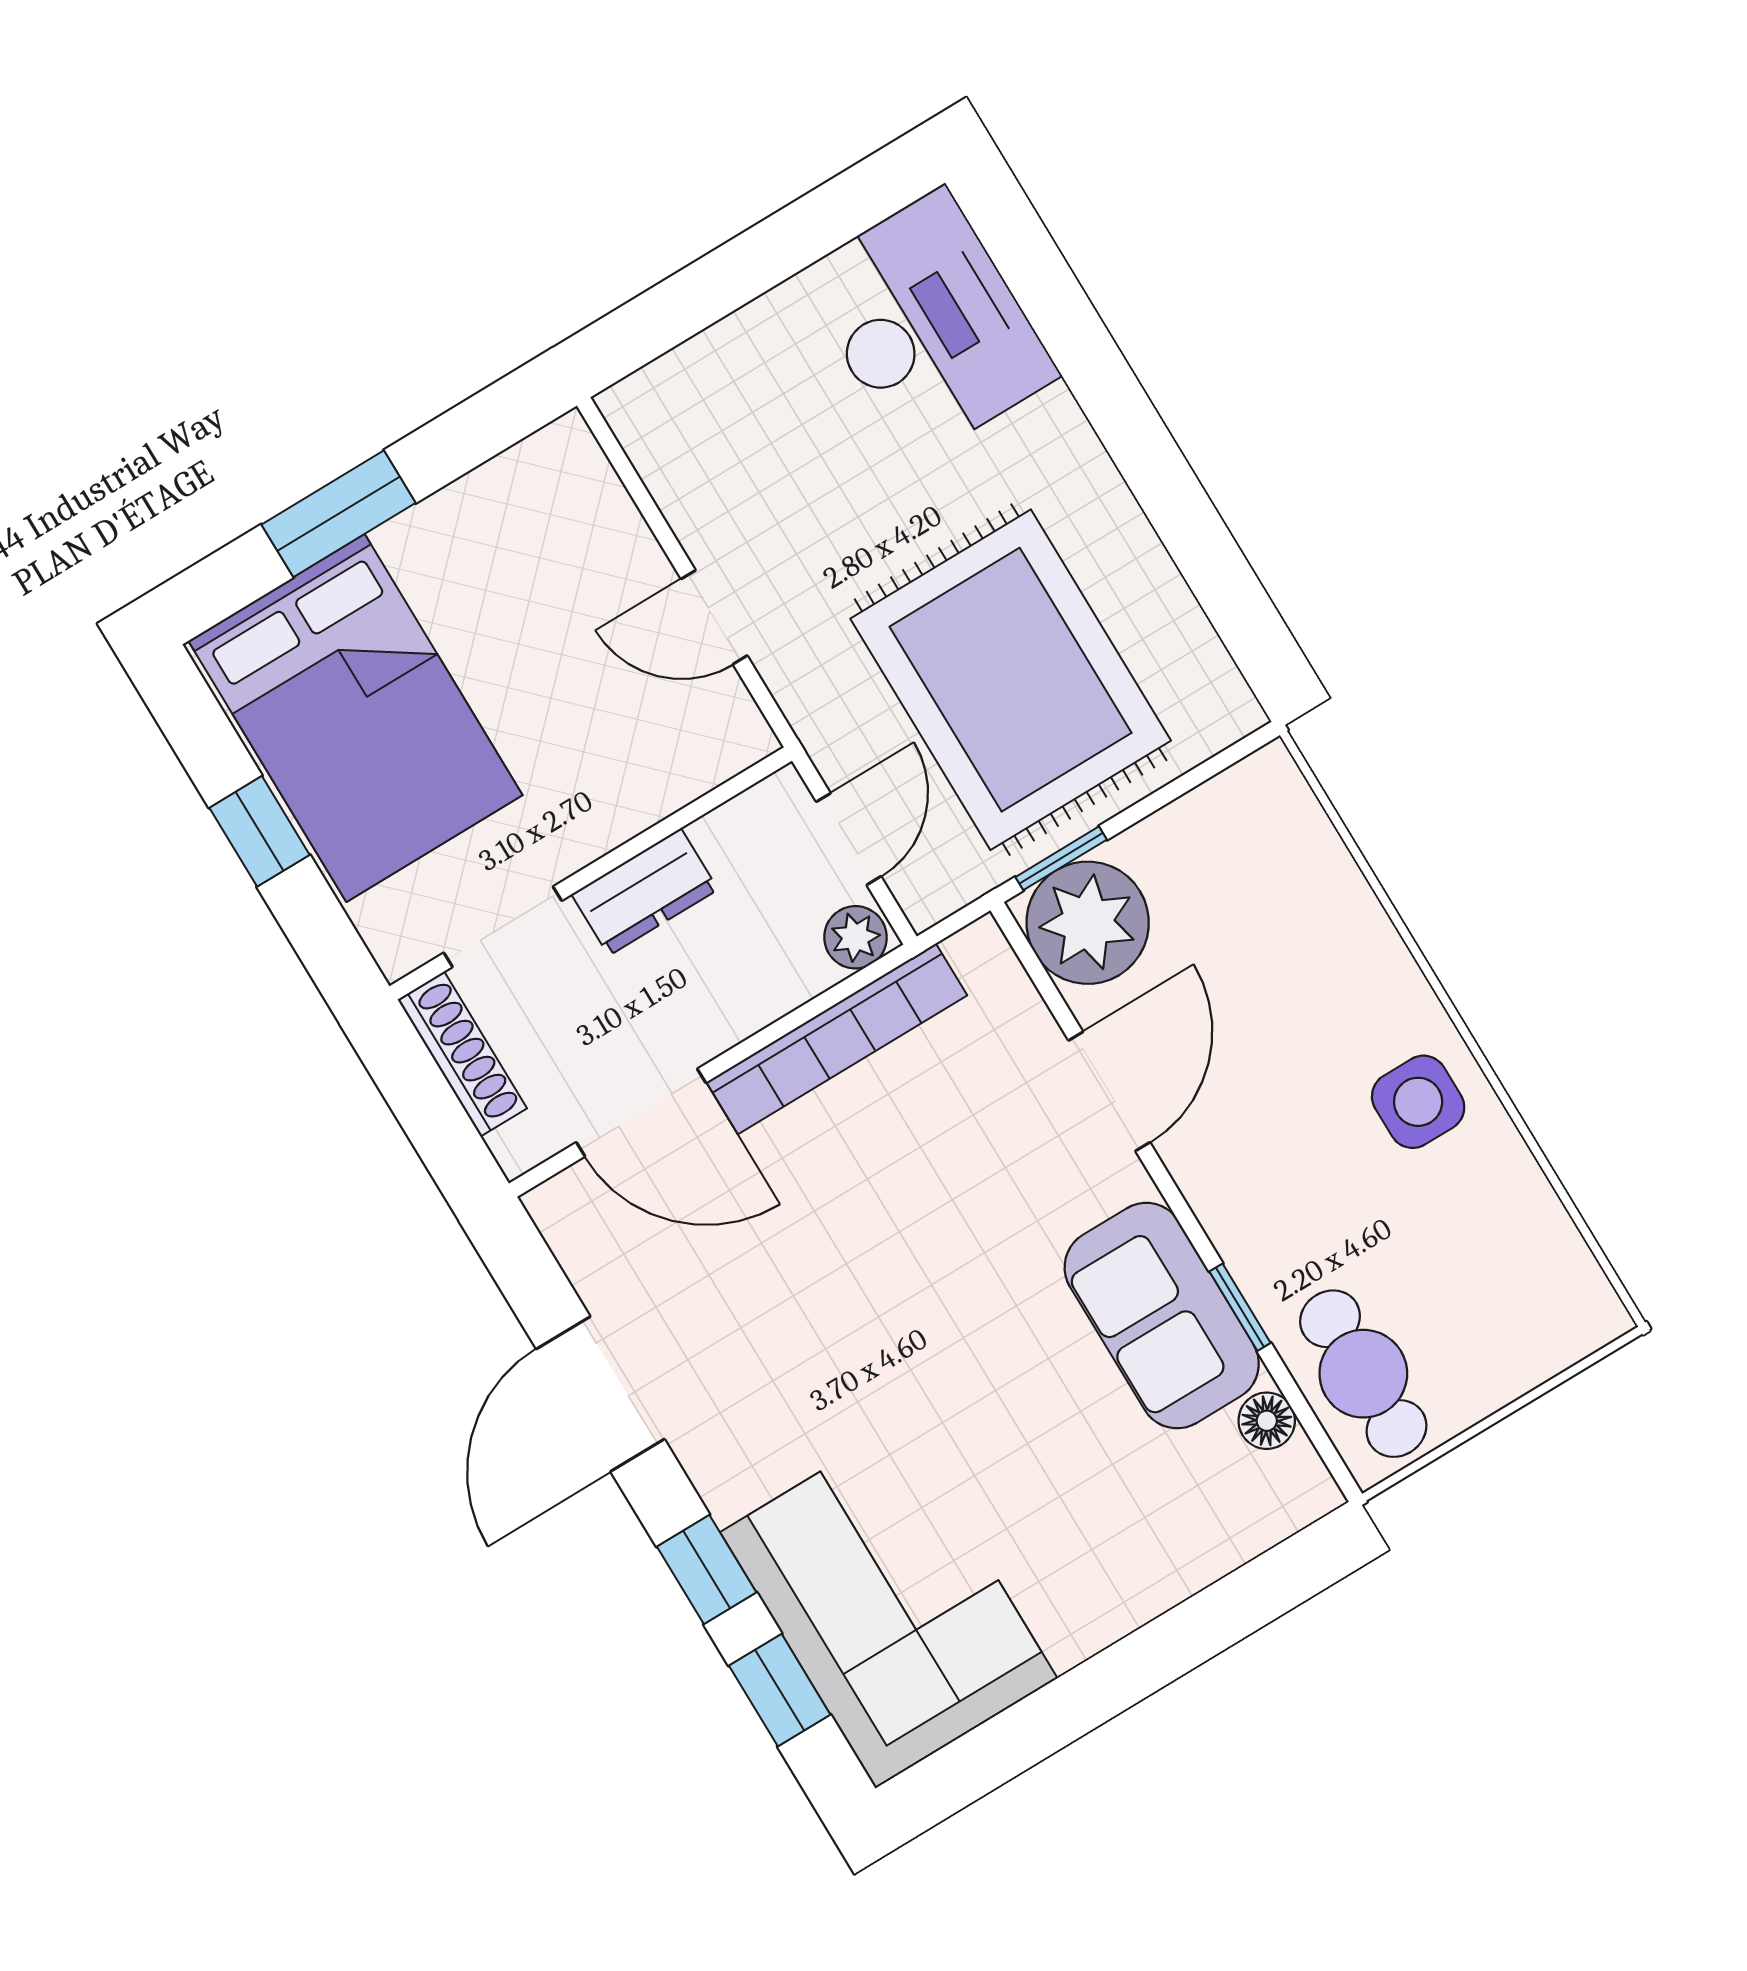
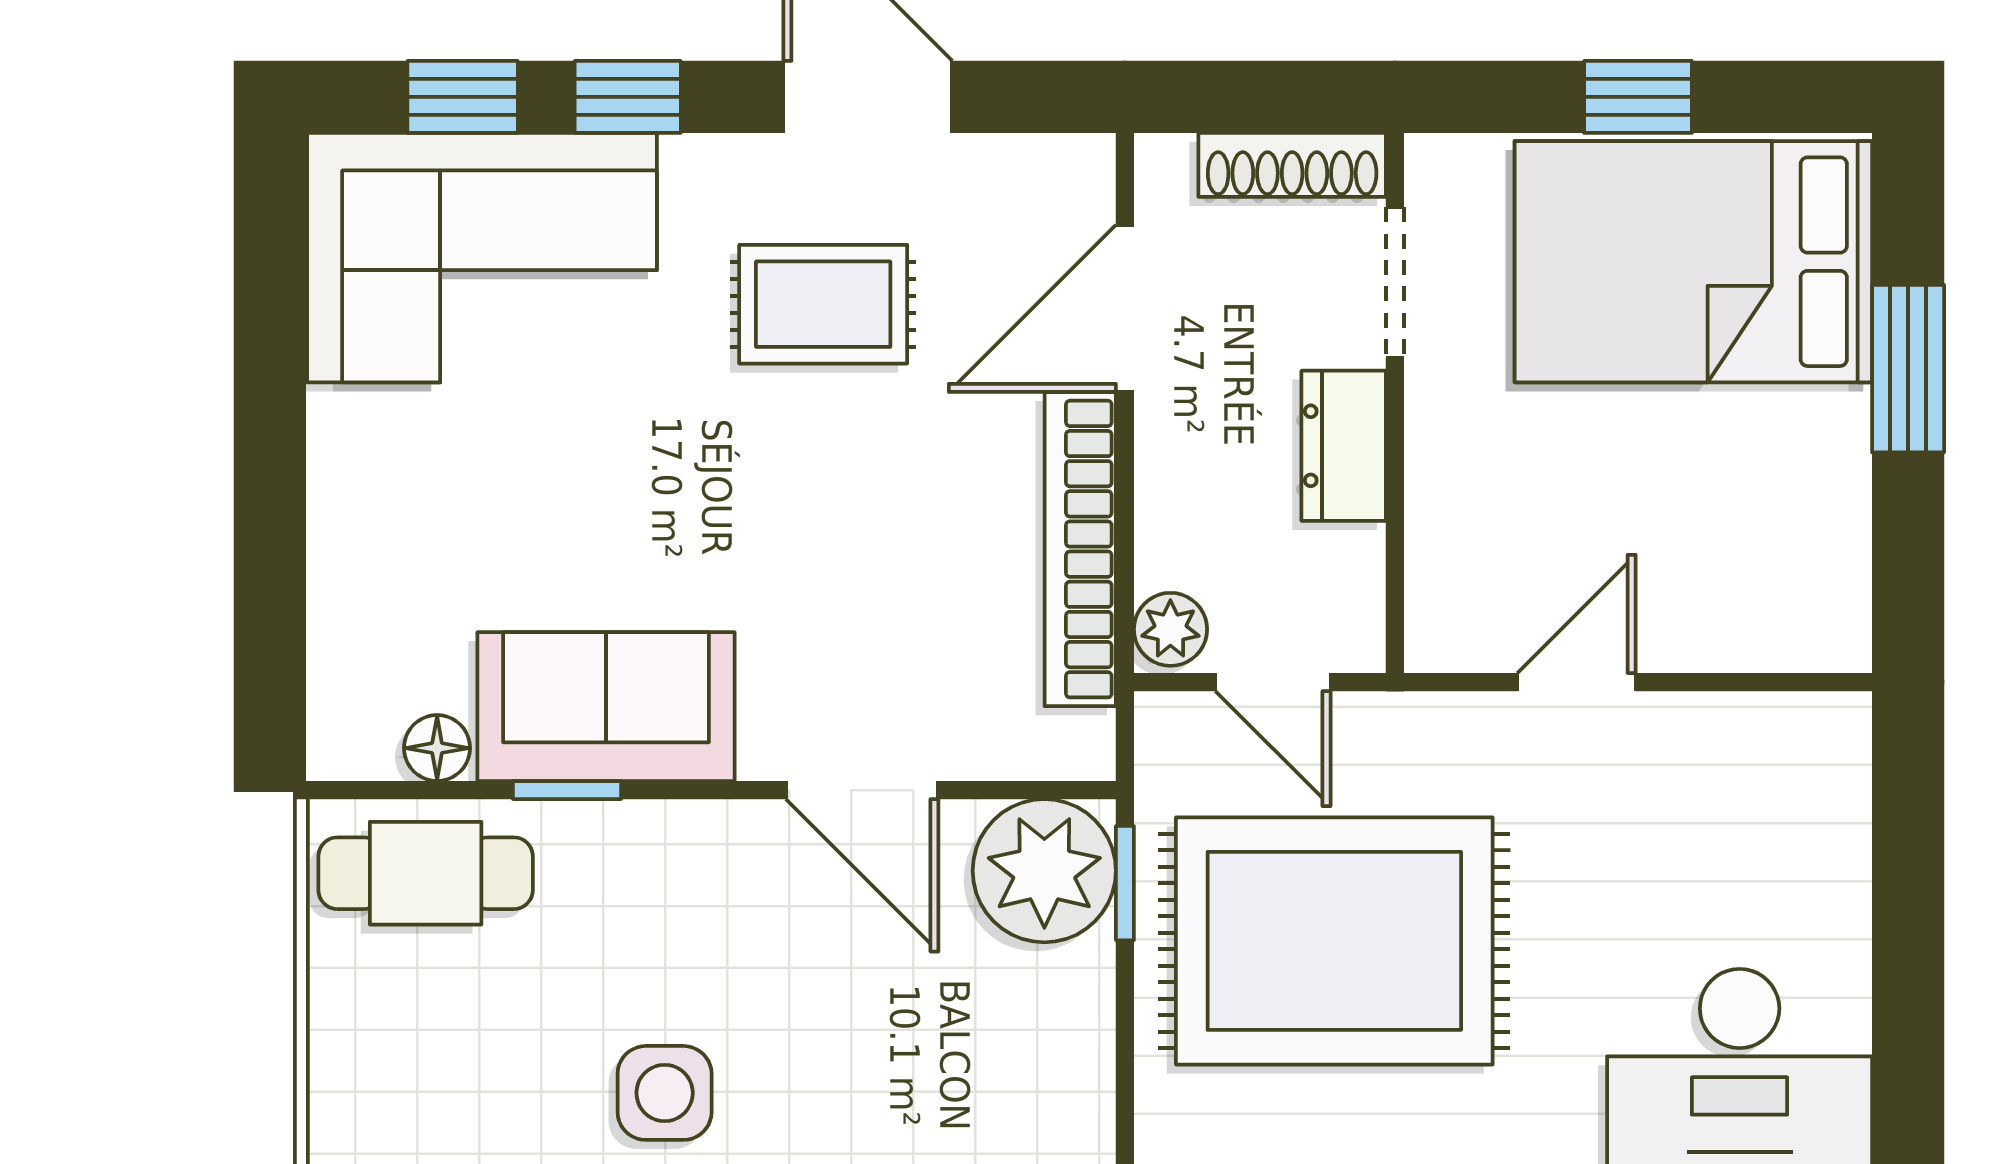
rug: (772, 1335) -> (823, 304), added

